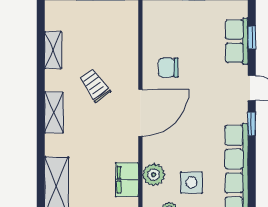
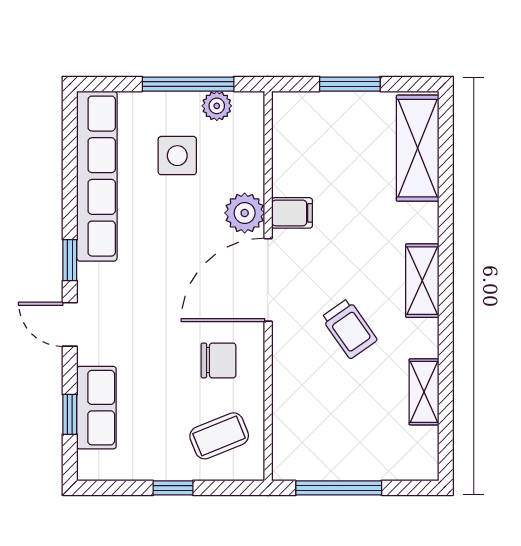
coffee table: (168, 25) -> (219, 436), added
plant: (154, 175) -> (245, 213), moved
filing cabinet: (127, 180) -> (292, 213), moved, width x0.50

